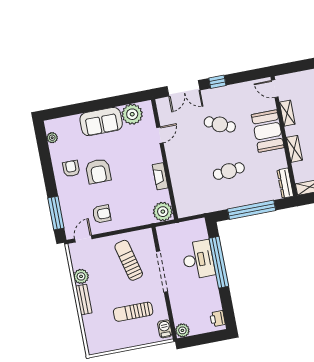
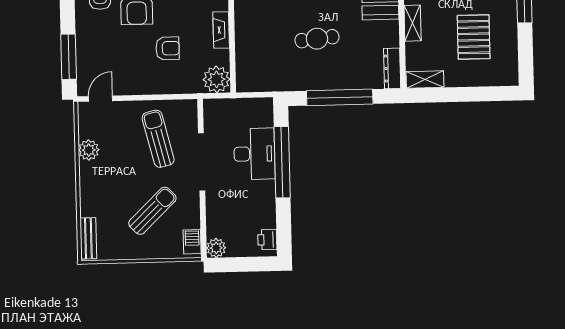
armchair: (102, 214) -> (168, 48), moved
bench: (84, 300) -> (88, 238), moved
sun lounger: (133, 312) -> (152, 211), turned 136

